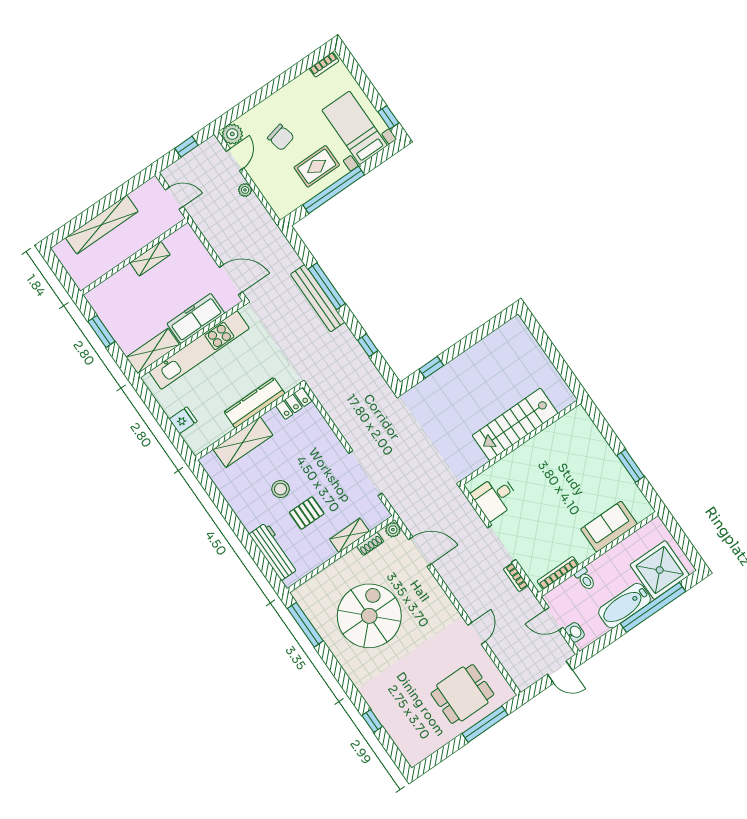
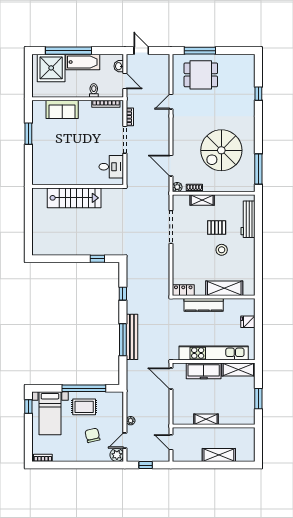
shelving: (102, 225) -> (219, 455), width x0.68

